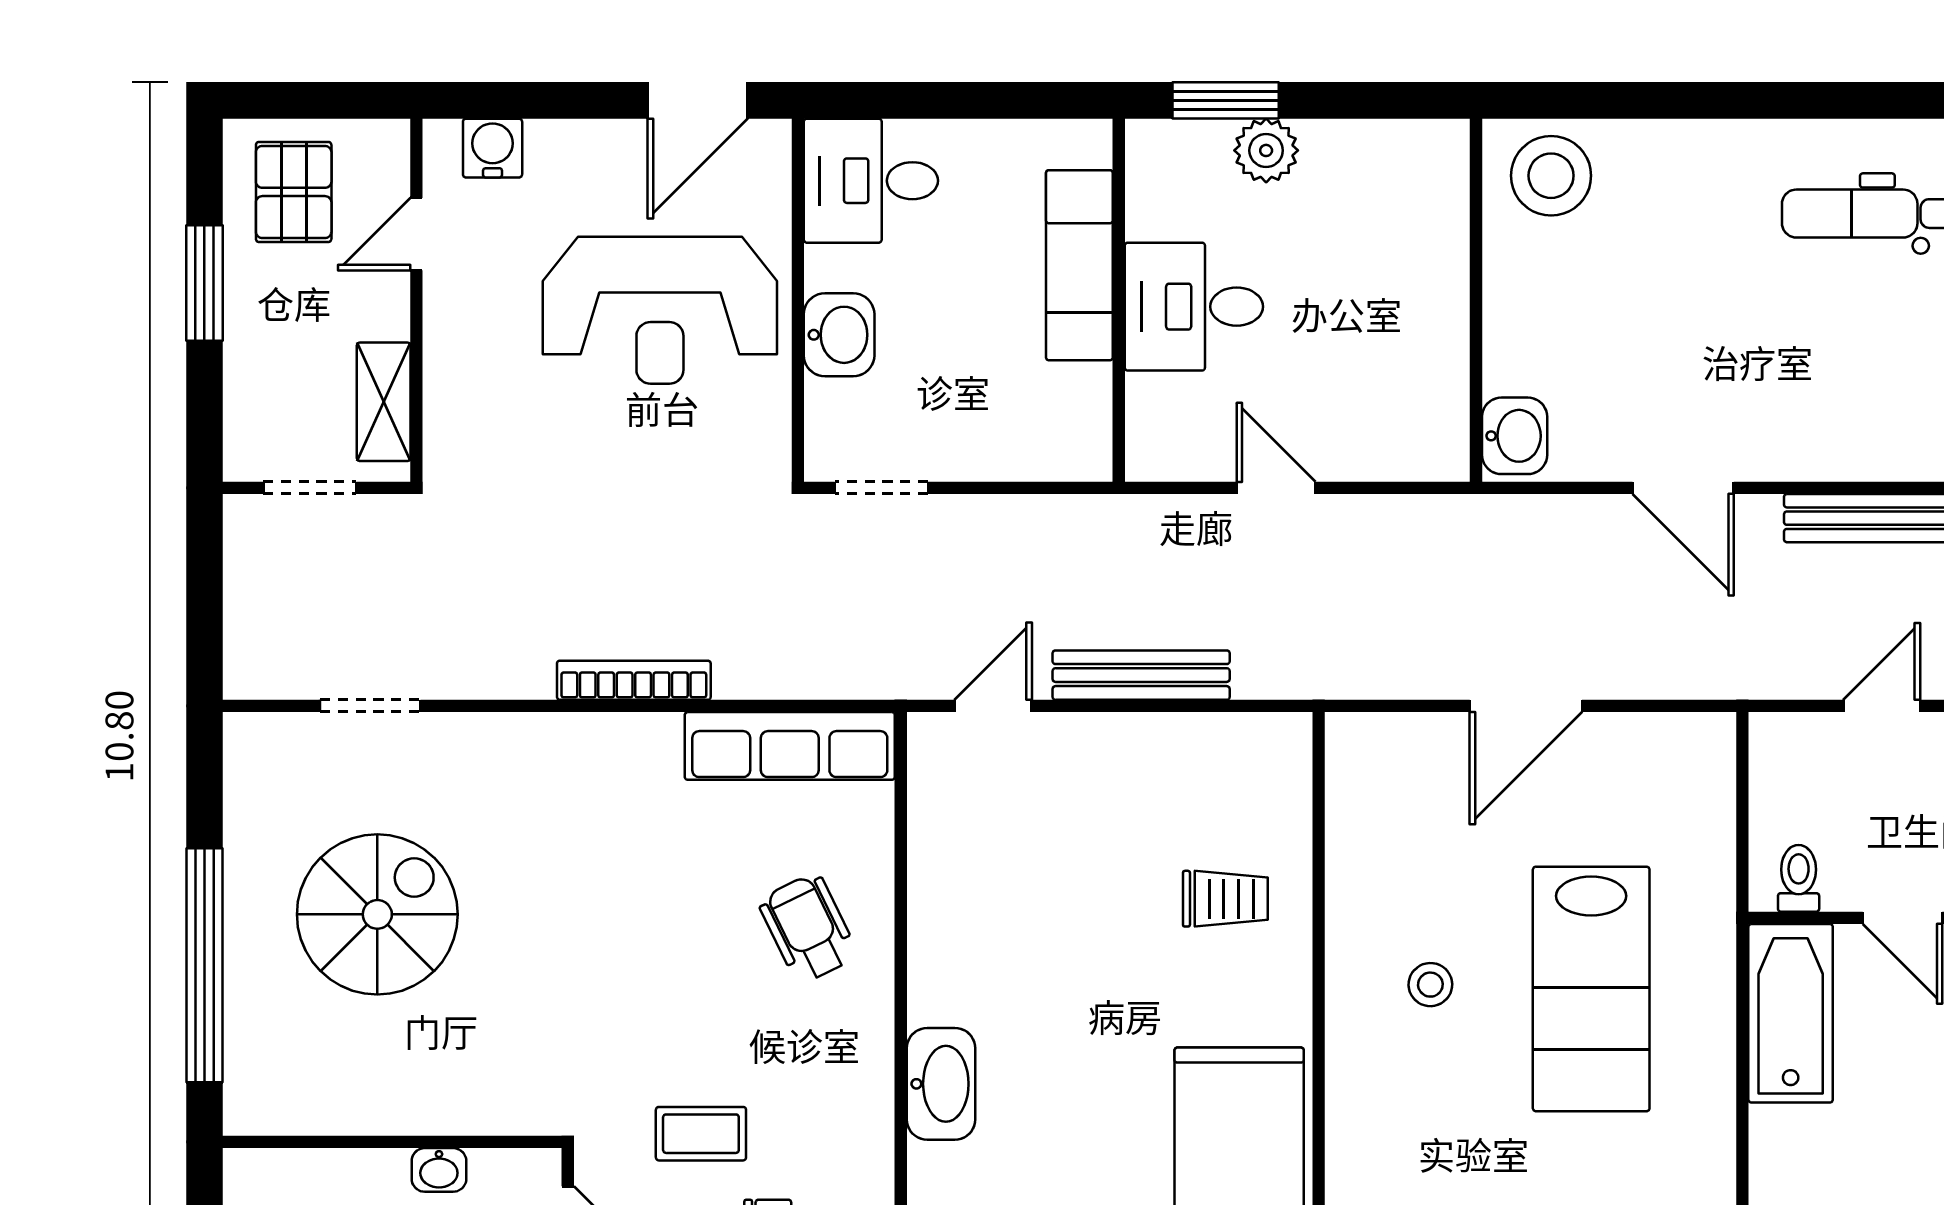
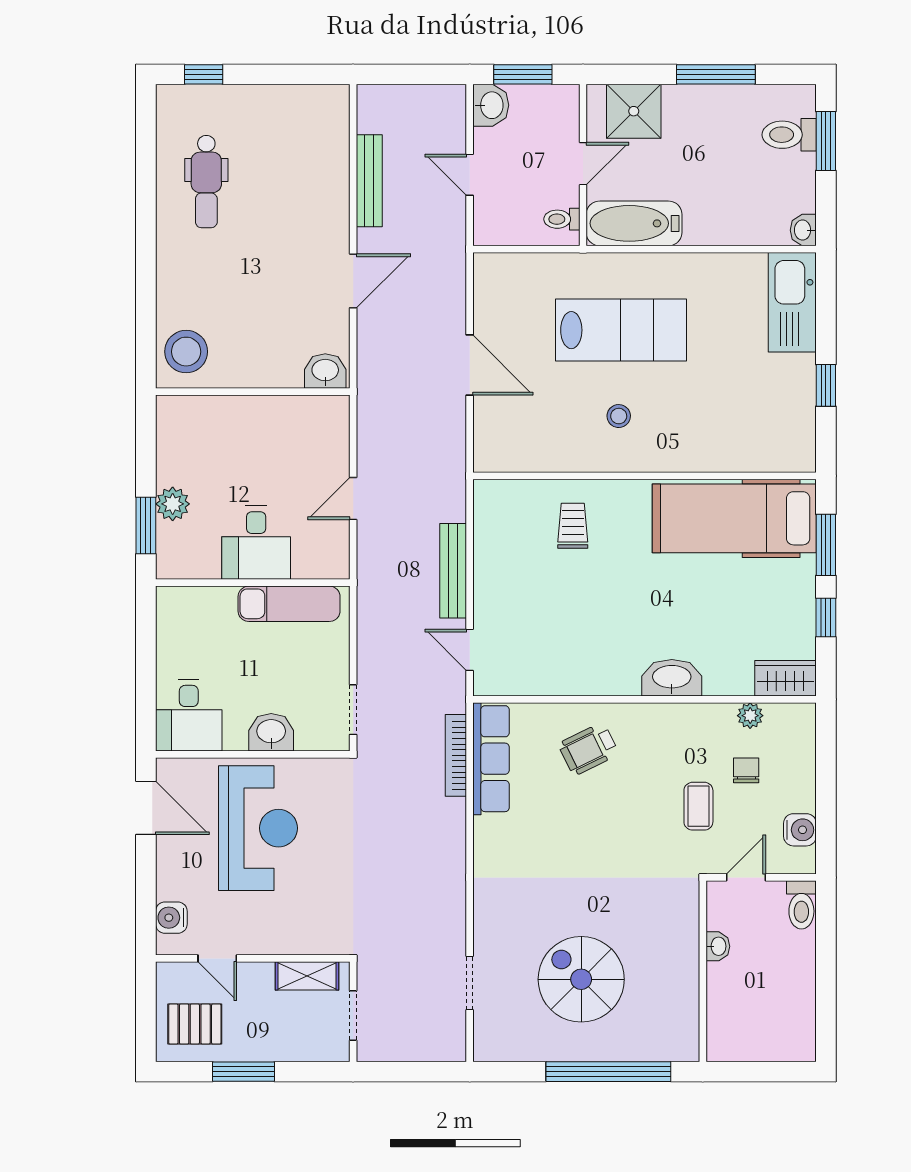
exam couch: (1079, 265) -> (289, 604), moved
bookcase: (634, 680) -> (456, 755), moved

